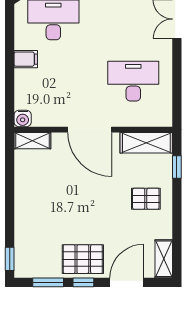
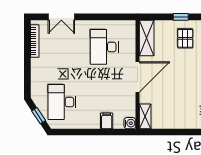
filing cabinet: (26, 59) -> (107, 121), moved
window: (177, 167) -> (181, 17), moved

